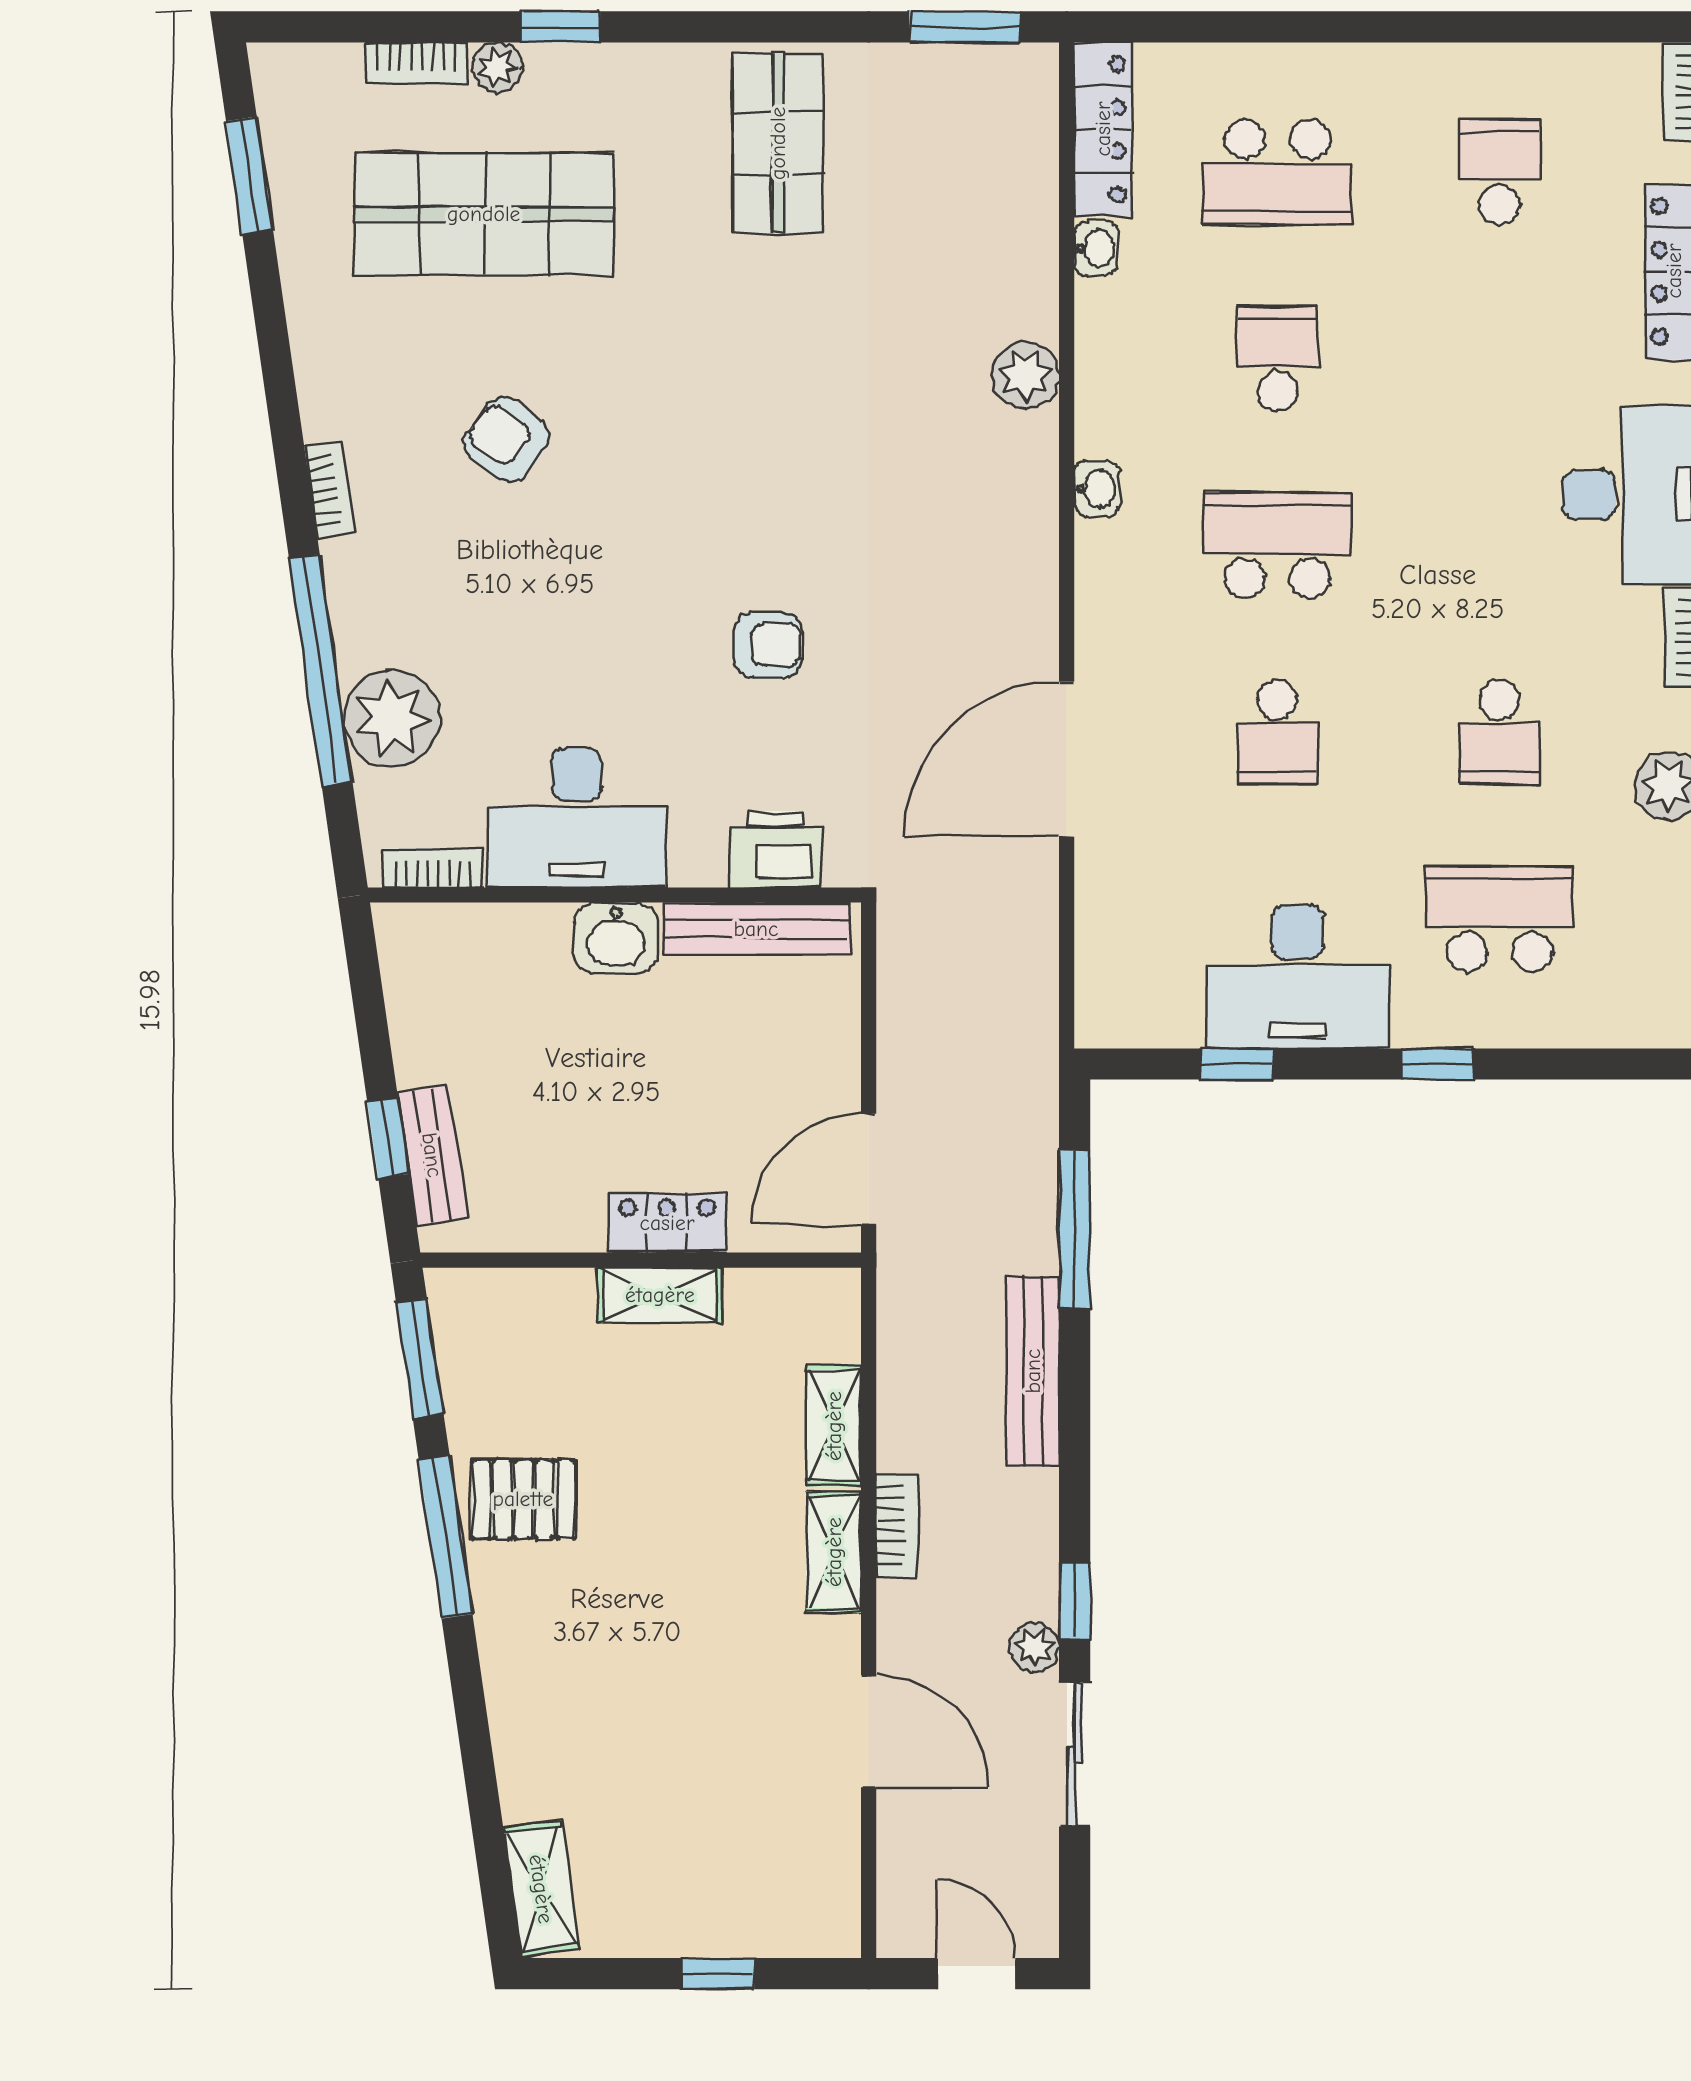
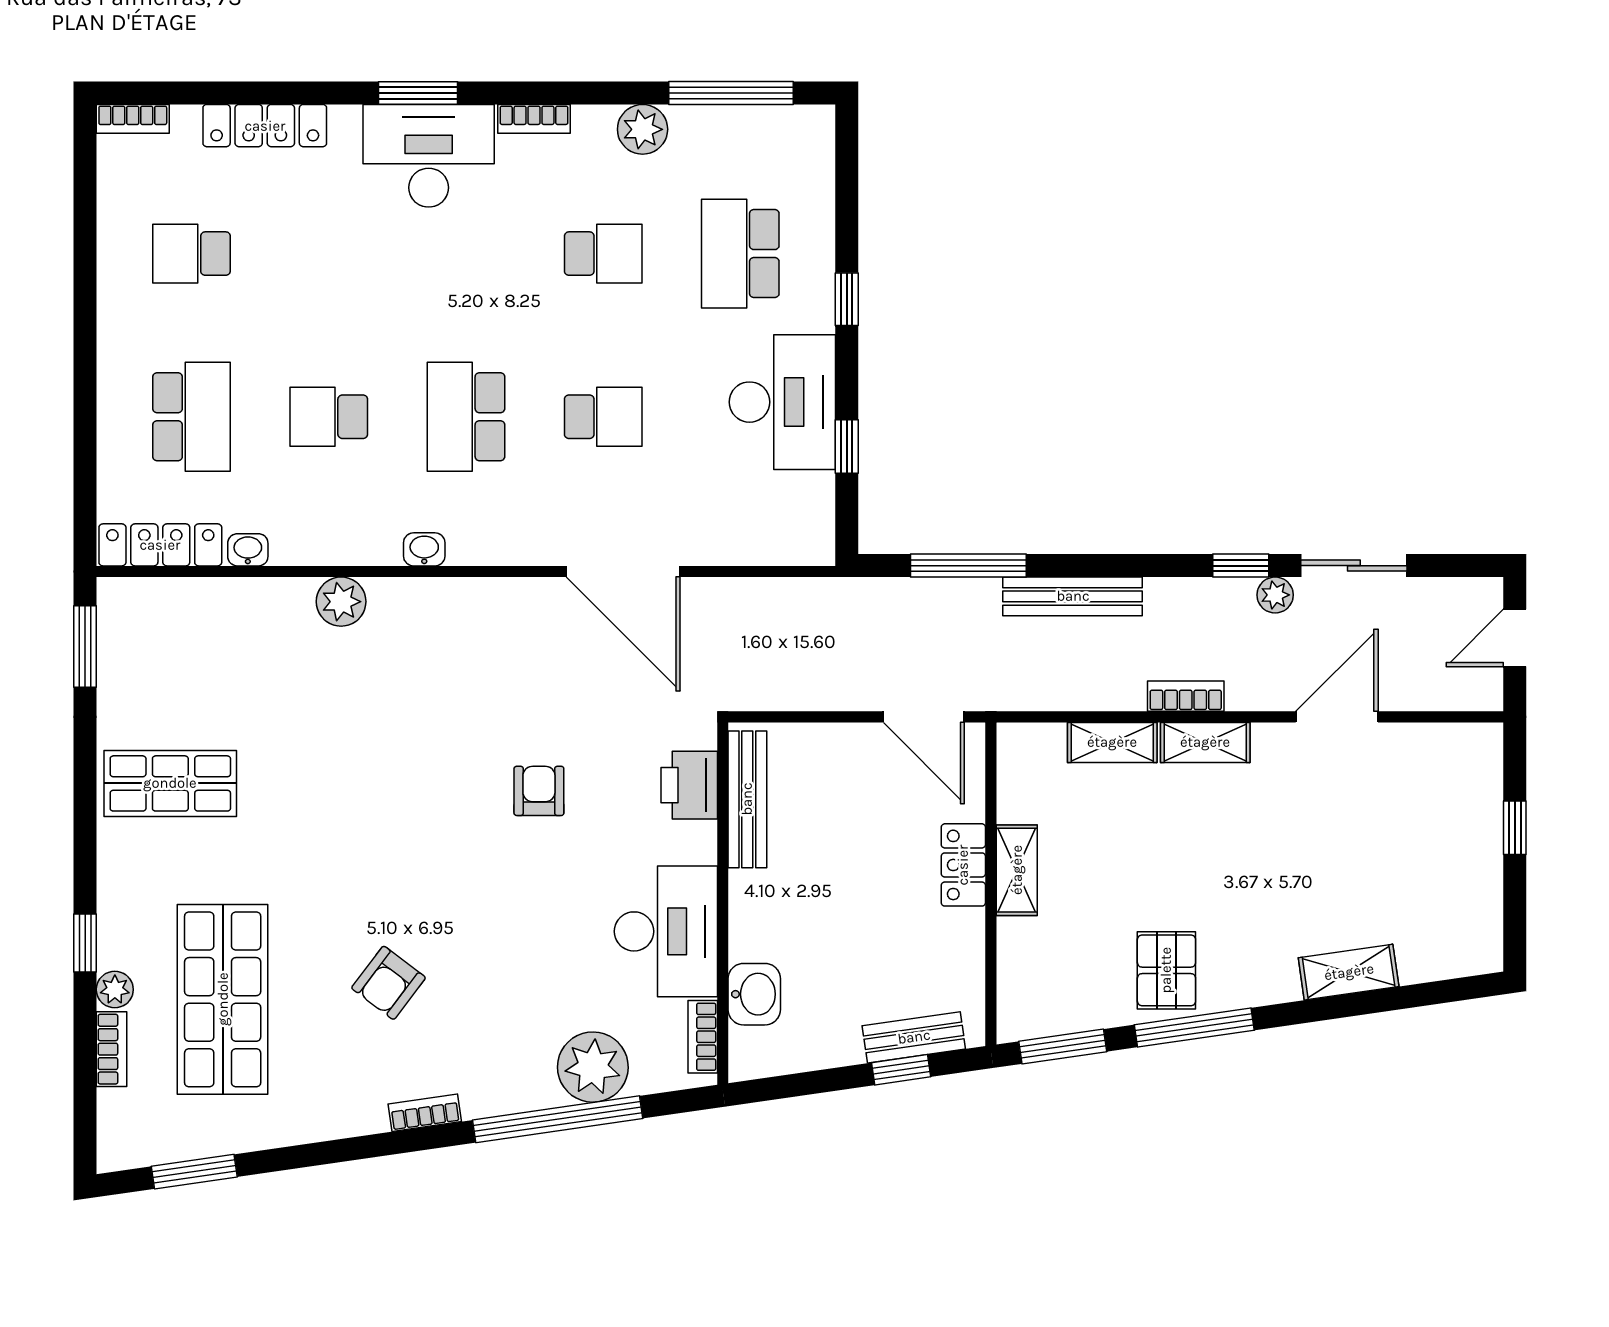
washbasin: (616, 938) -> (754, 994), moved
shelving: (541, 1889) -> (1349, 972), moved

